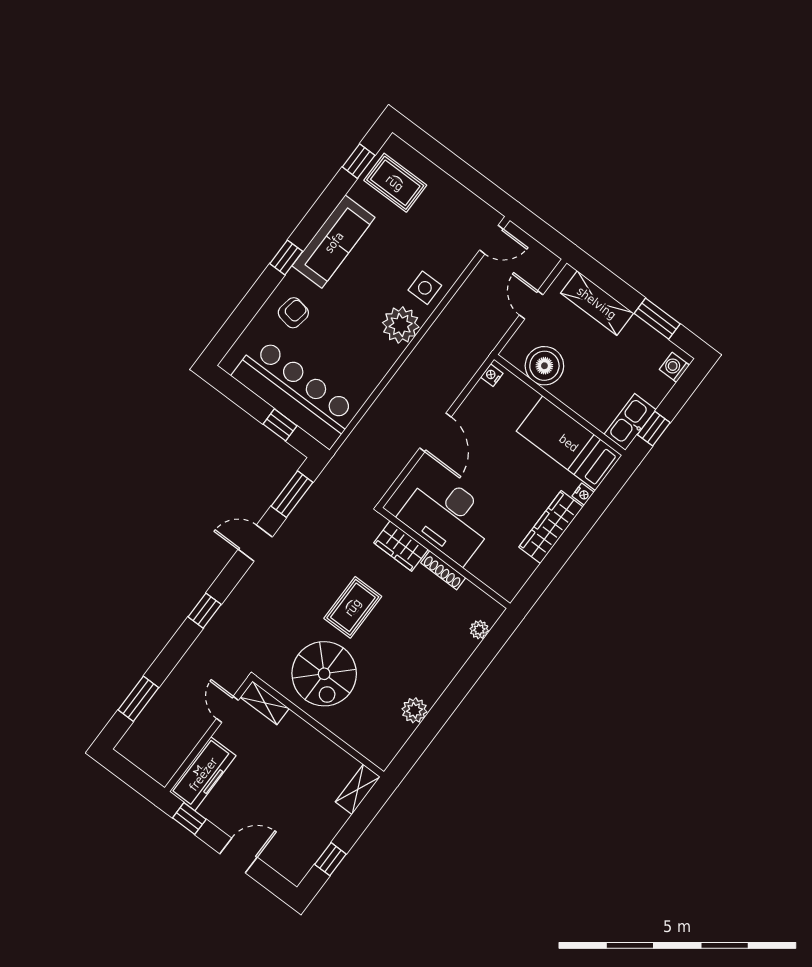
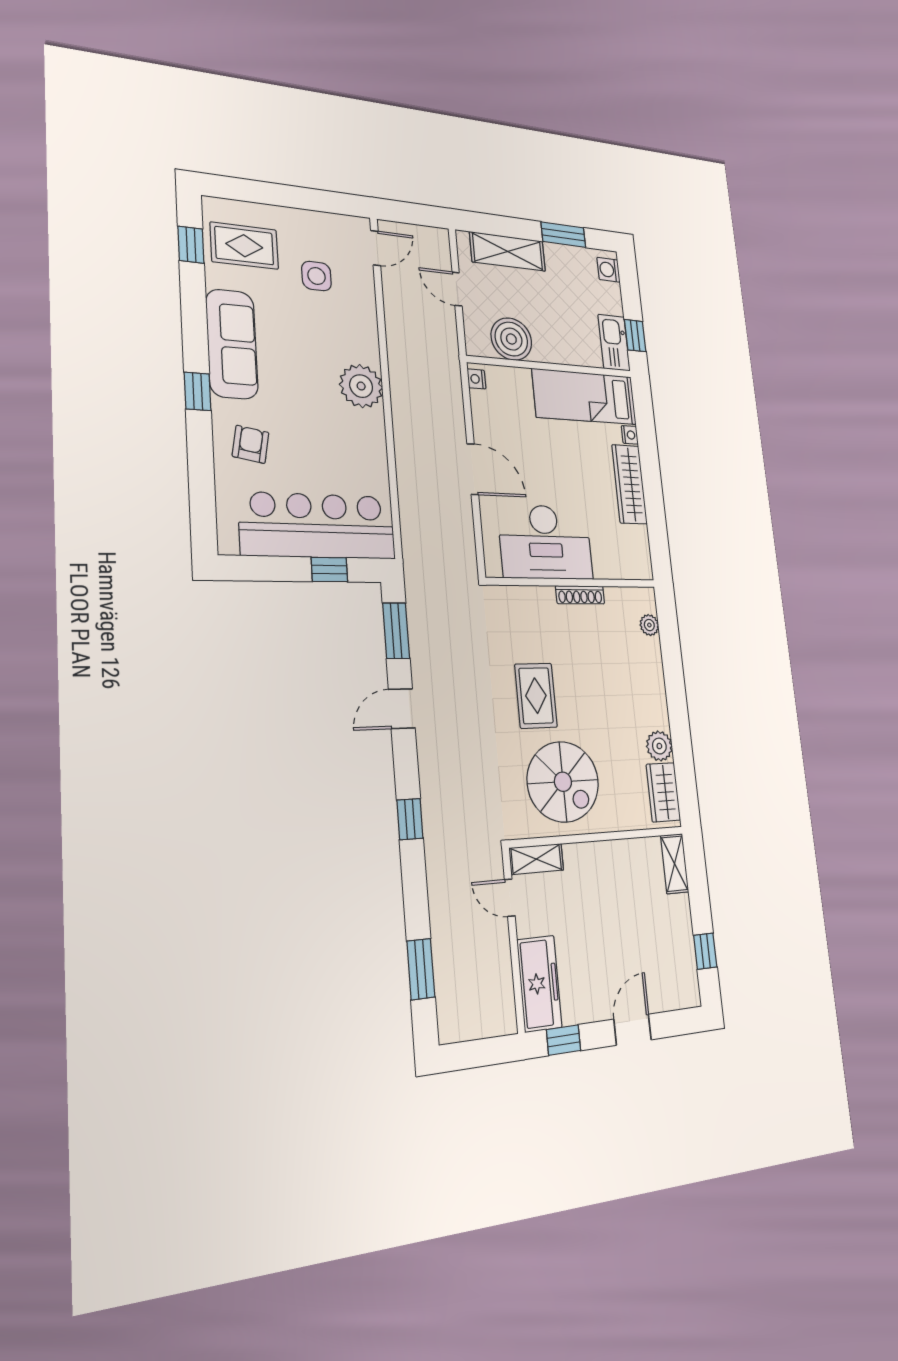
side table: (425, 288) -> (316, 276), moved
wardrobe: (401, 546) -> (663, 792), moved, turned 90

